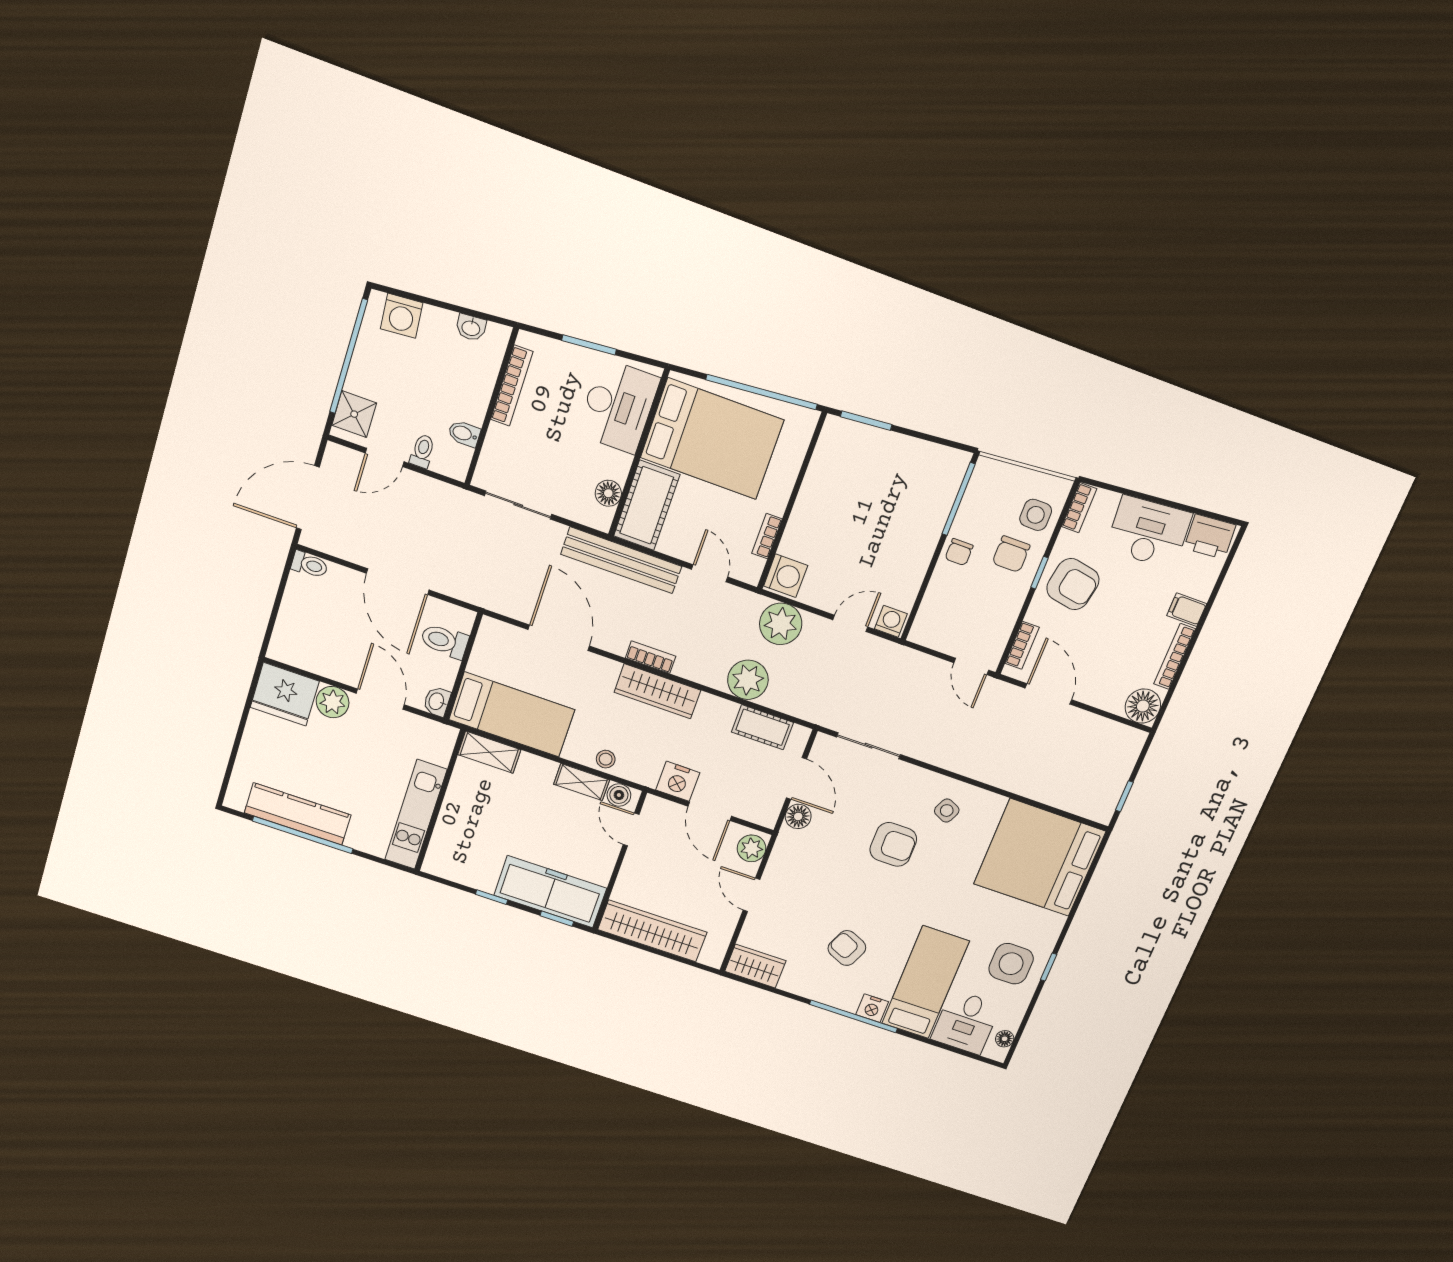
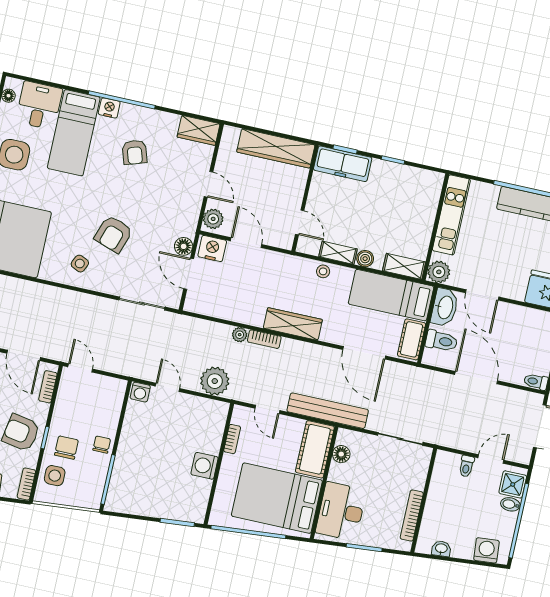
bidet: (464, 434) -> (510, 504), moved, turned 180
washing machine: (786, 576) -> (205, 466), moved
door: (850, 623) -> (168, 387), swing flipped
bookcase: (651, 657) -> (264, 339), moved
plant: (748, 680) -> (240, 335), width x0.53, depth x0.53
washbasin: (437, 701) -> (445, 307), width x1.91, depth x1.45
plant: (333, 702) -> (439, 272), moved
cot: (763, 727) -> (412, 339), moved, turned 90
nightstand: (678, 781) -> (212, 249), moved
boiler: (619, 795) -> (365, 259), moved
armchair: (893, 844) -> (113, 234), turned -71
freezer: (550, 892) -> (343, 164), width x0.73, depth x0.79
armchair: (847, 948) -> (135, 152), turned 48

